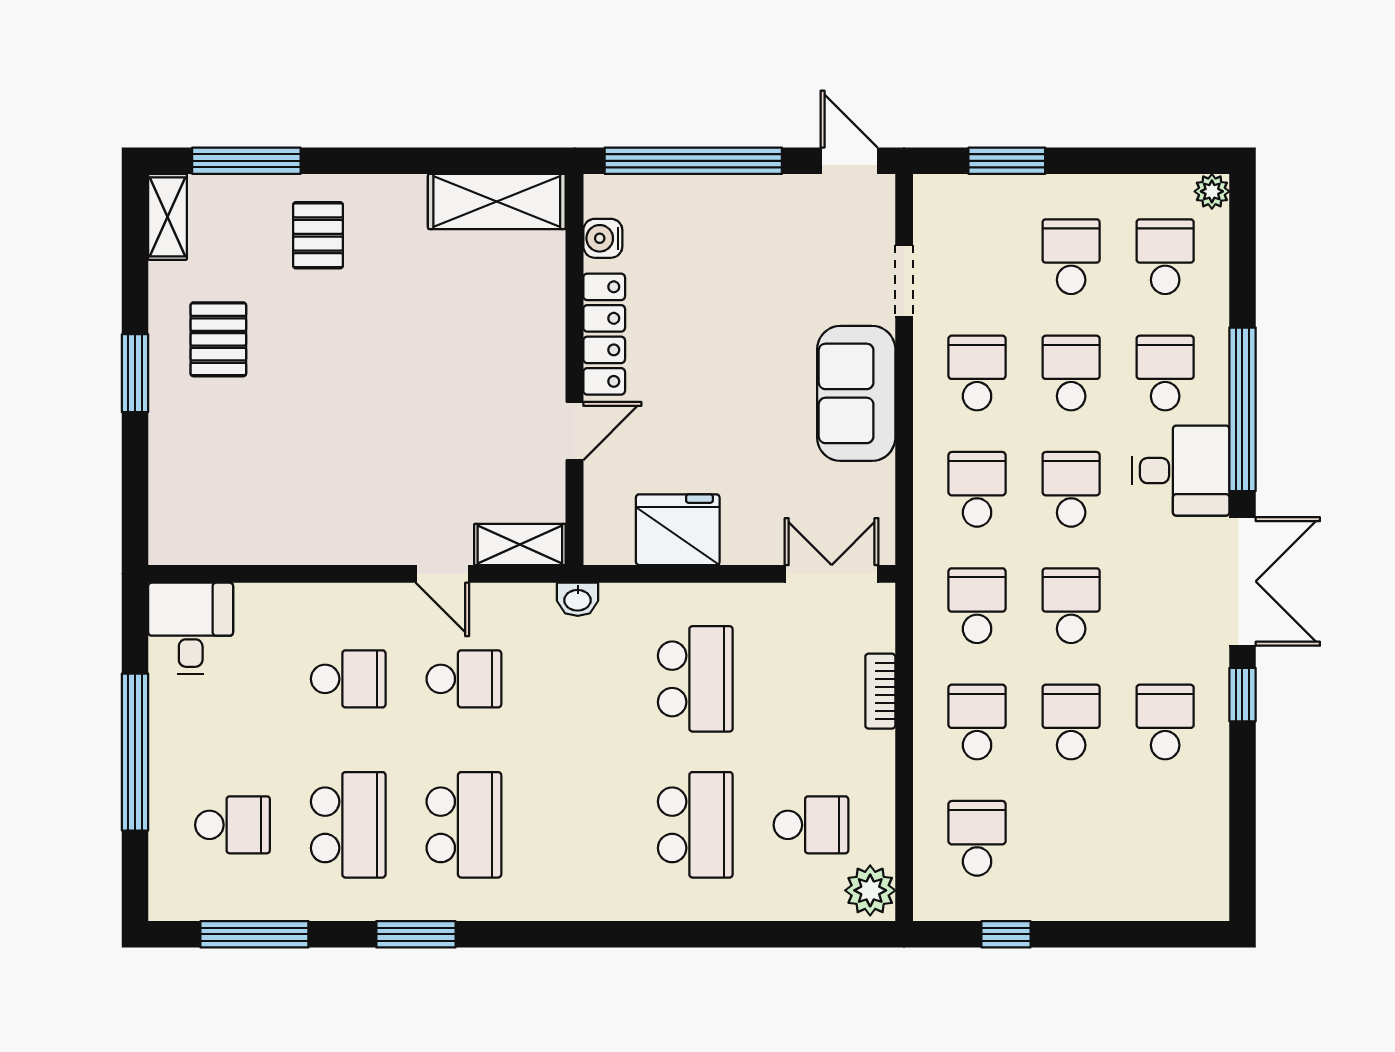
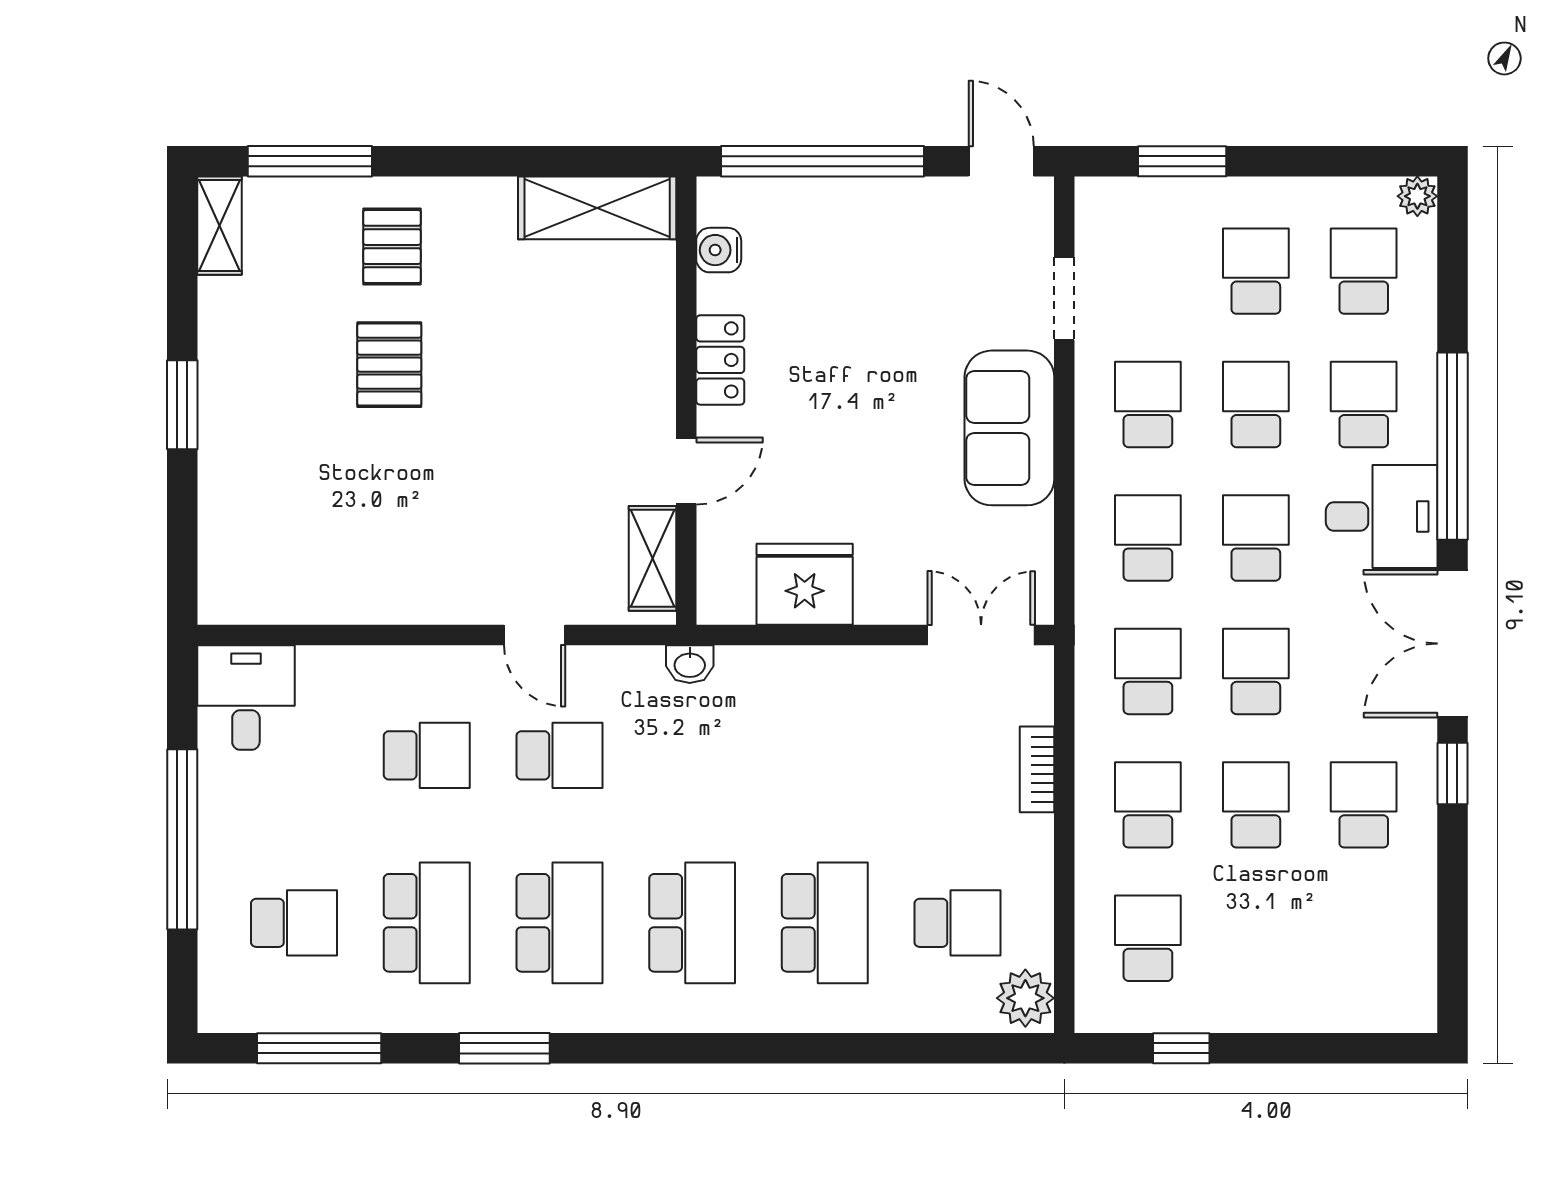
locker: (604, 334) -> (720, 360), width x0.66
pallet: (218, 339) -> (389, 365), moved
shelving: (520, 544) -> (652, 558), moved, turned 90
double door: (1242, 581) -> (1452, 644), swing flipped
school desk: (695, 679) -> (692, 923), moved

